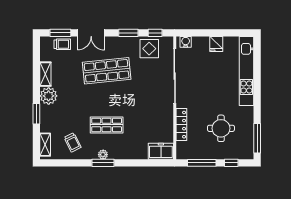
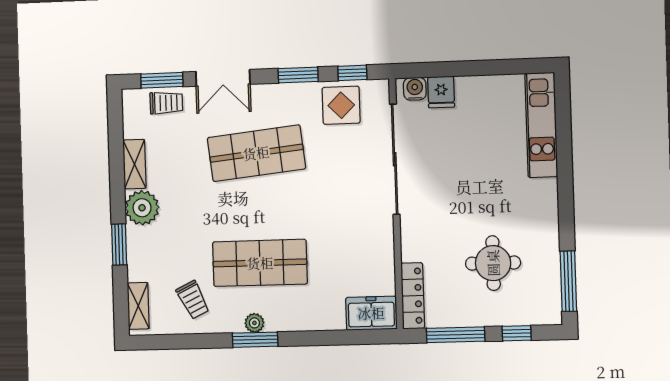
fridge: (216, 44) -> (441, 92), moved
kitchen unit: (246, 71) -> (541, 125), width x0.73
shop shelf: (107, 125) -> (260, 263), width x1.43, depth x1.36
locker: (181, 125) -> (413, 296), moved

